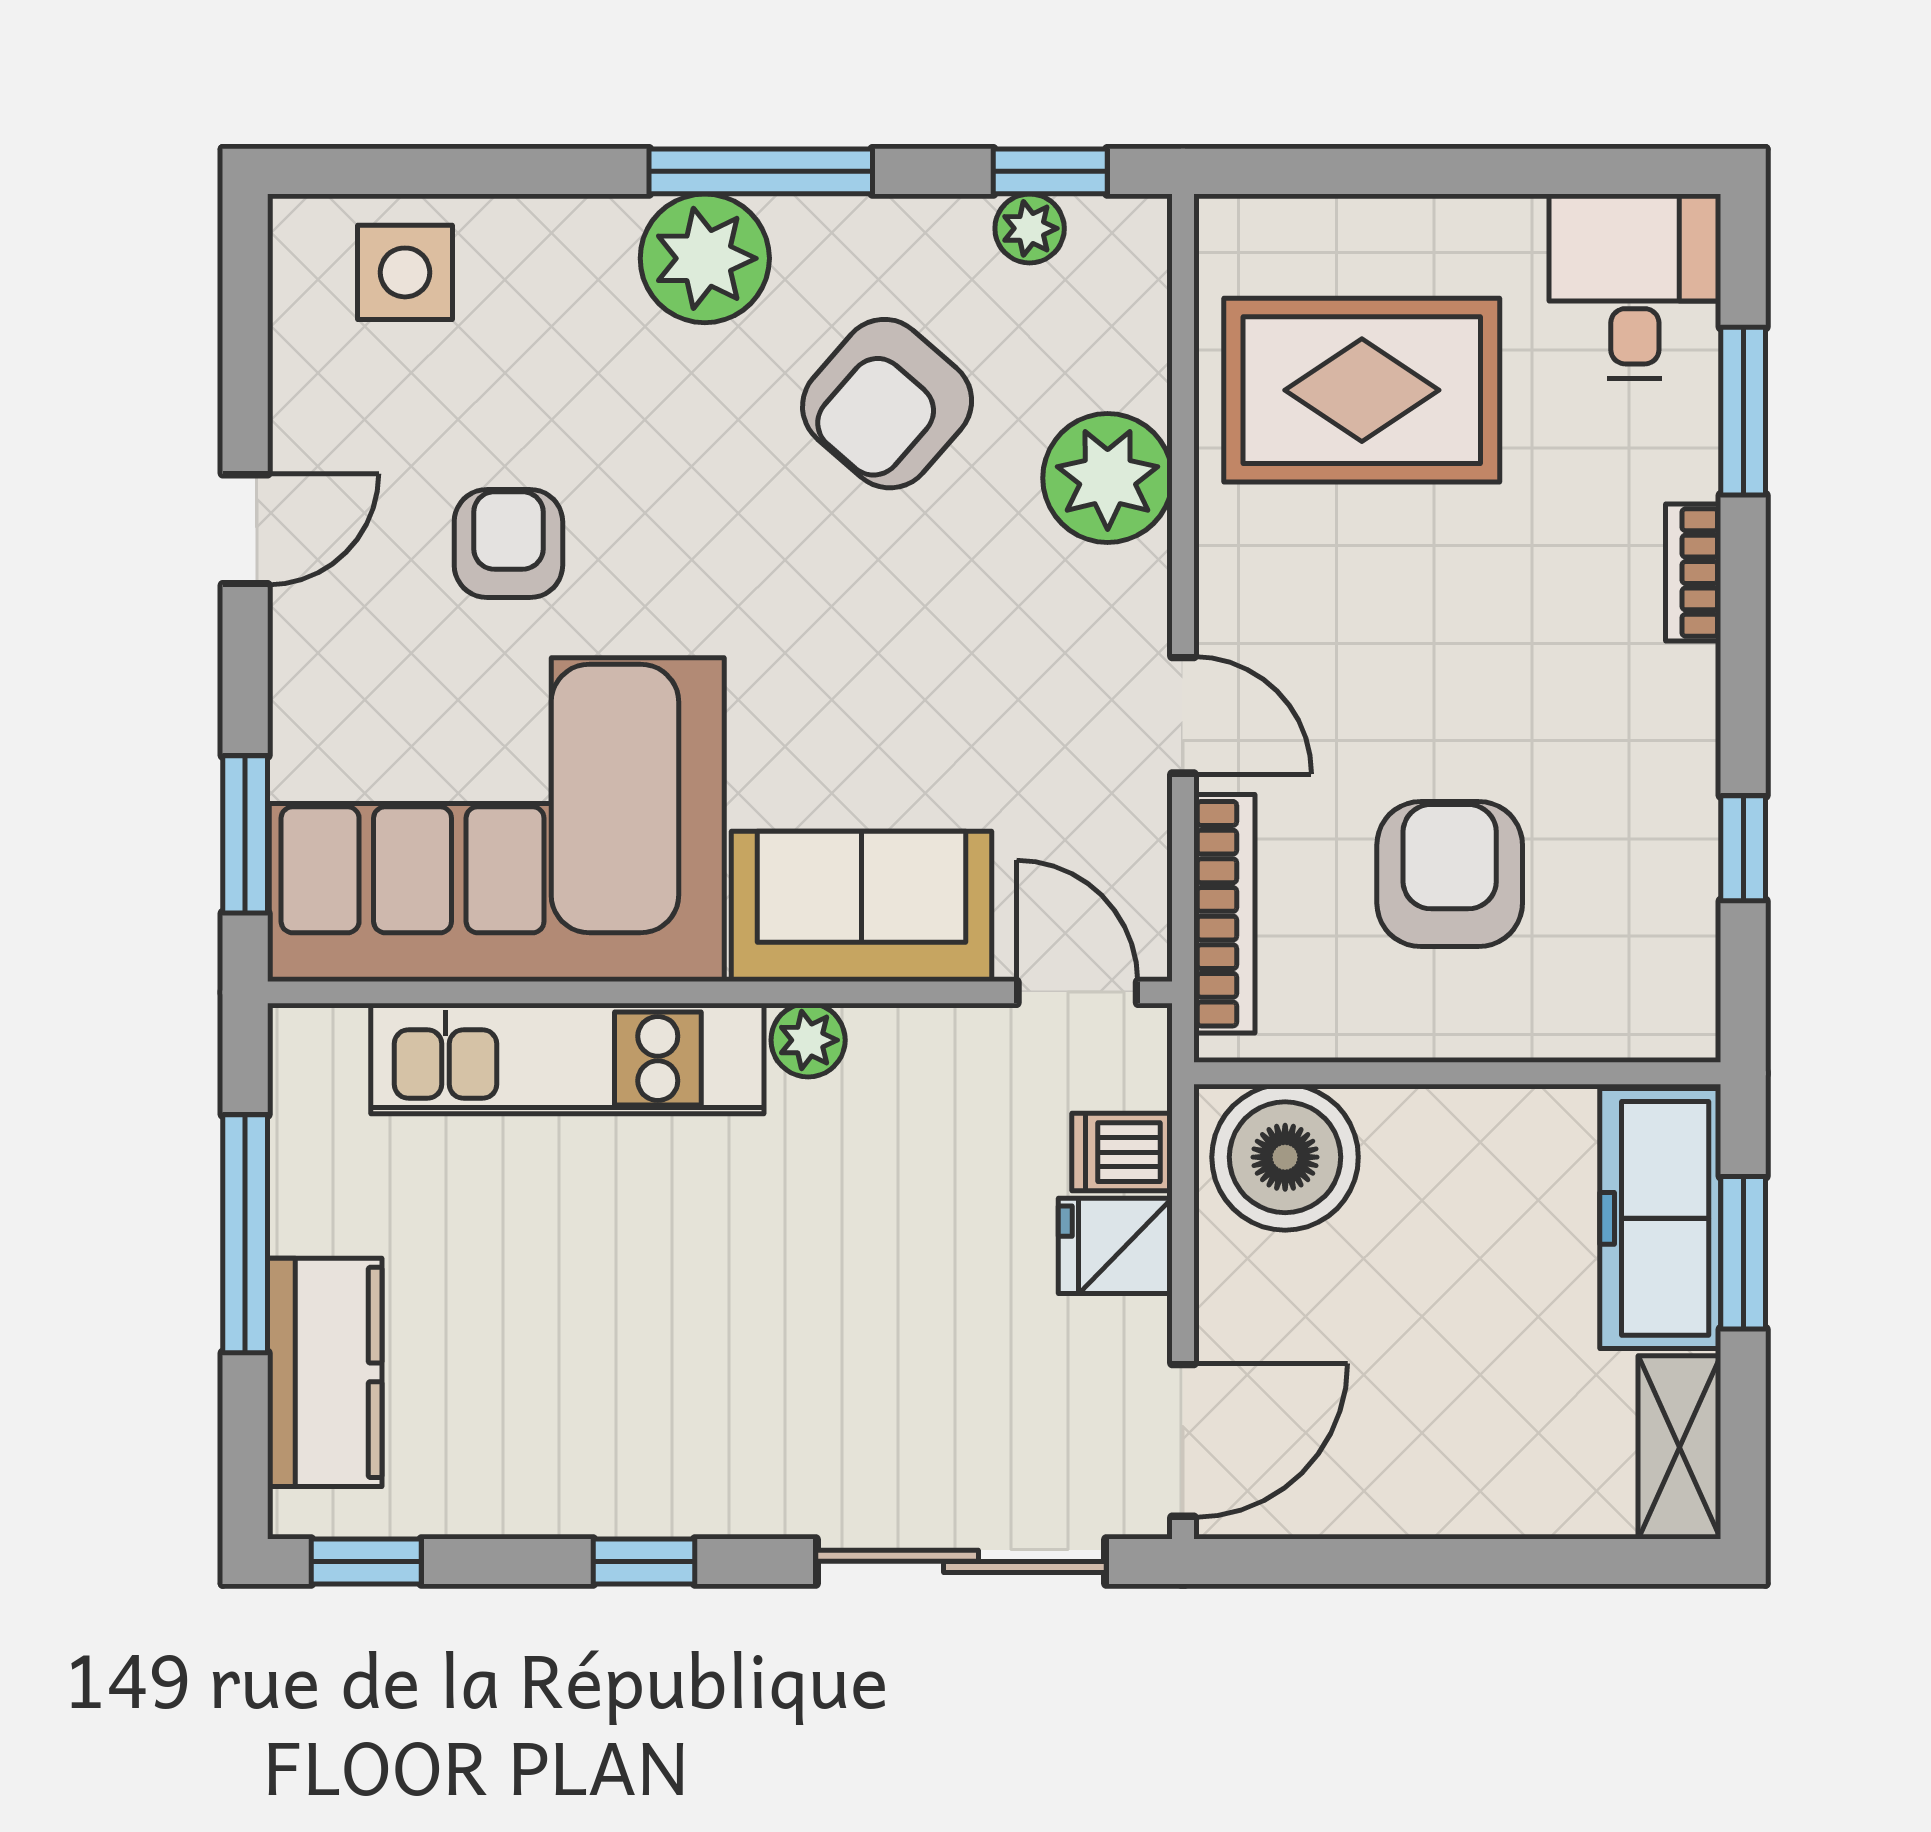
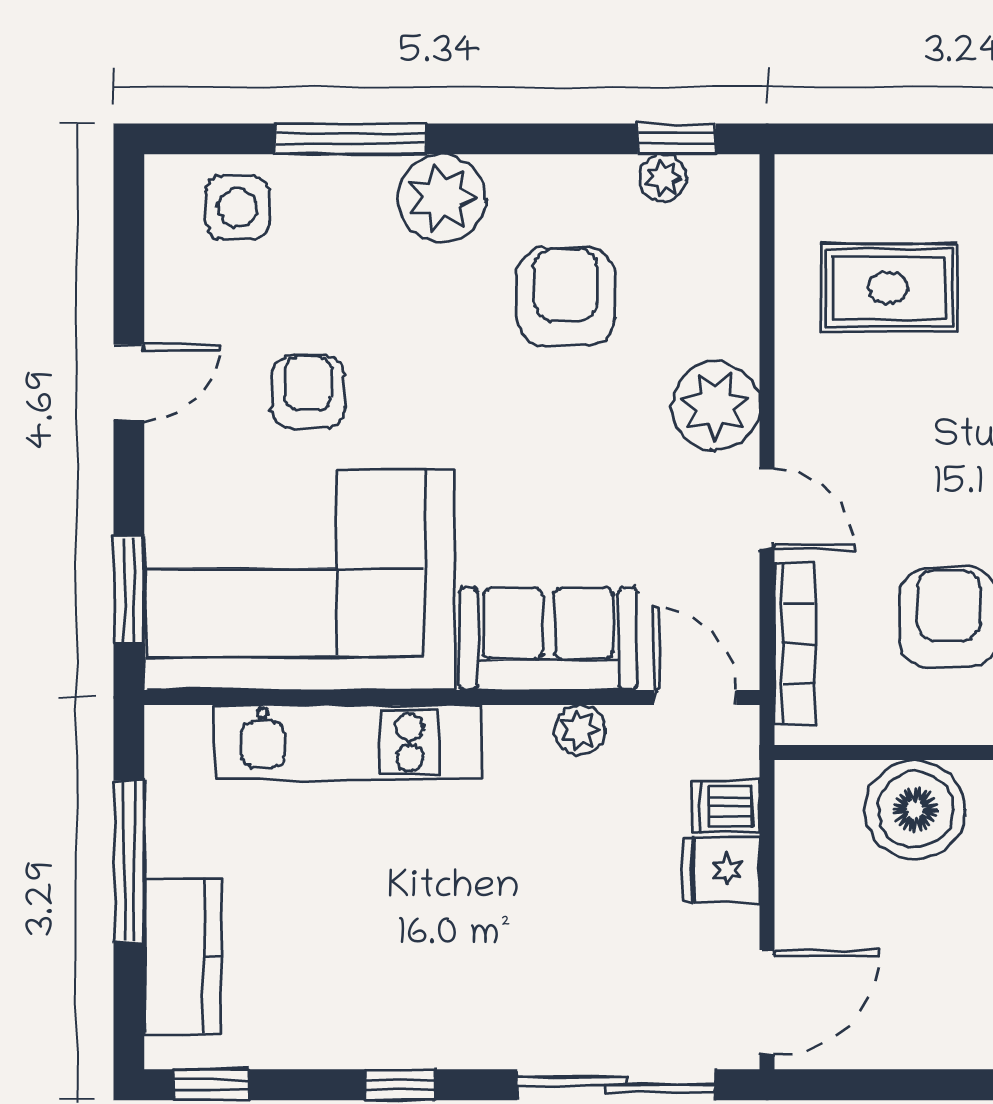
window: (761, 171) -> (351, 139), moved
rug: (1362, 390) -> (889, 288), width x0.73, depth x0.70
armchair: (887, 404) -> (566, 297), turned 139
plant: (1108, 478) -> (716, 406), moved
plant: (808, 1040) -> (580, 730), moved
boiler: (1285, 1157) -> (915, 810), moved

